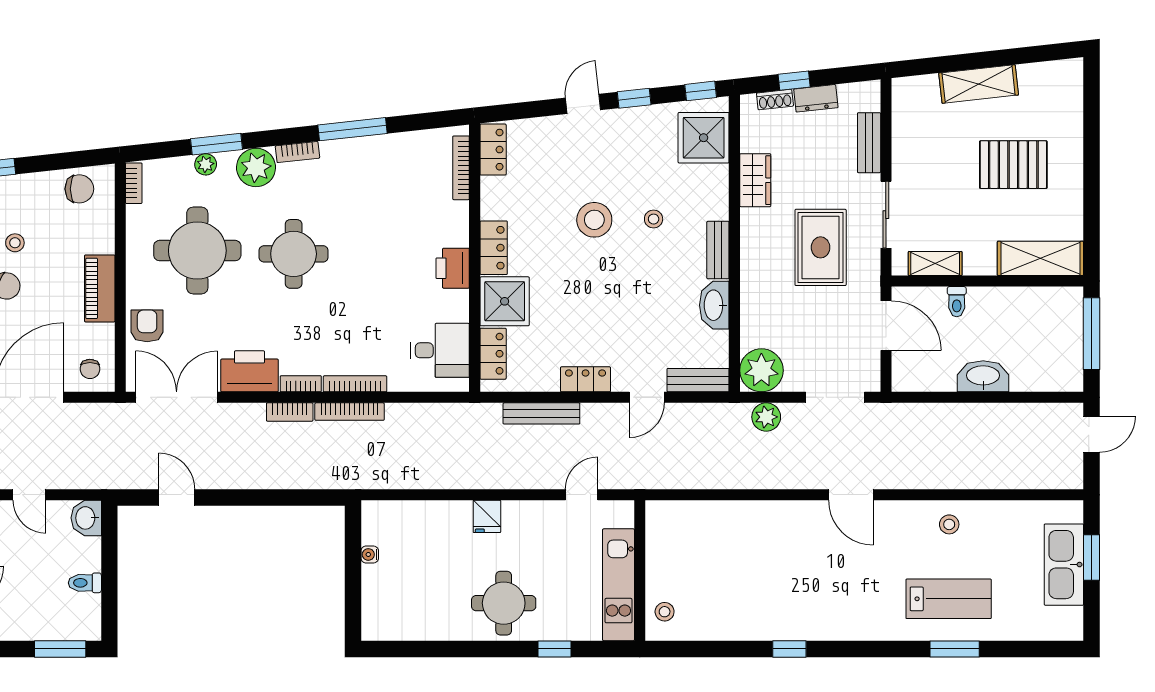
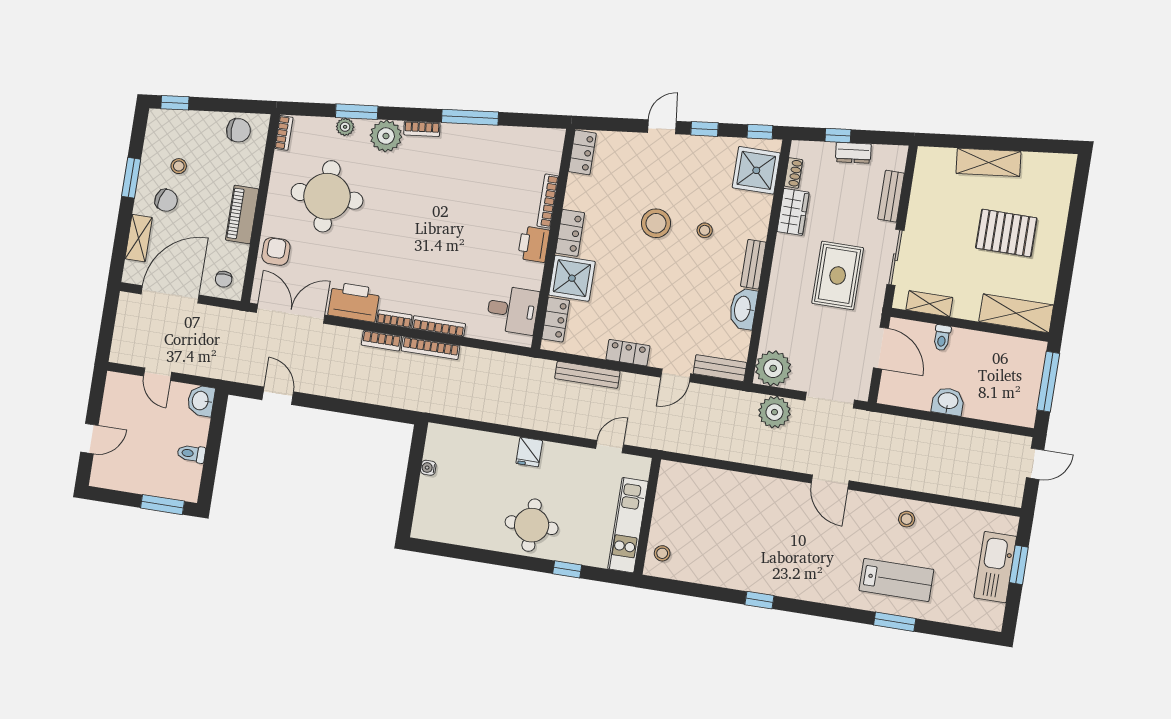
shoe rack: (775, 100) -> (793, 173), moved, turned -84
bookcase: (461, 168) -> (548, 201), moved
round table: (294, 254) -> (405, 212), removed
washbasin: (983, 376) -> (948, 401), width x0.72
plant: (766, 417) -> (774, 412), width x1.36, depth x1.36

